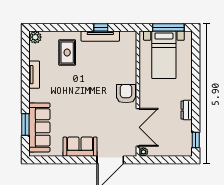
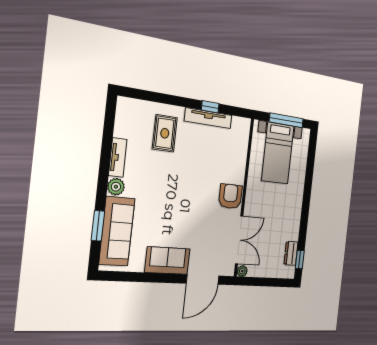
plant: (35, 37) -> (116, 187), moved
dresser: (187, 110) -> (291, 253), moved

